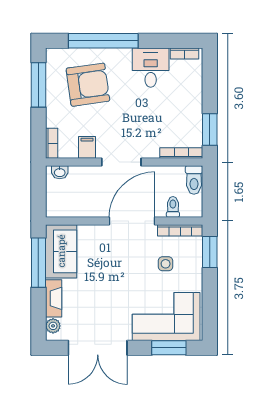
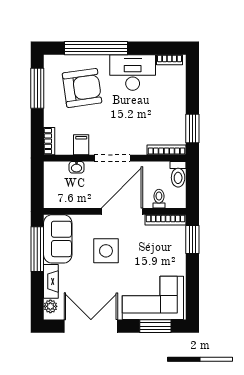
desk: (151, 68) -> (133, 72), width x1.37
washbasin: (60, 172) -> (77, 167), moved
side table: (166, 264) -> (106, 251), moved, width x1.87, depth x1.87
double door: (98, 348) -> (91, 326), swing flipped

